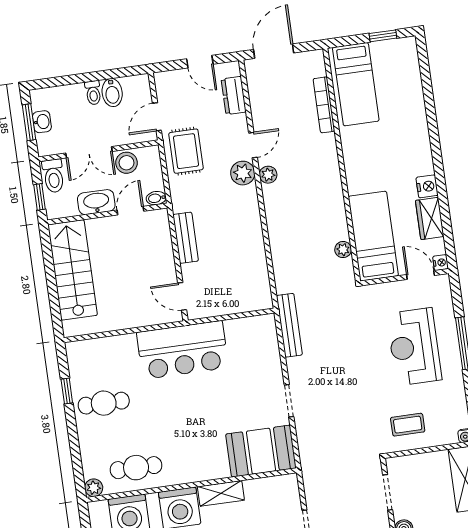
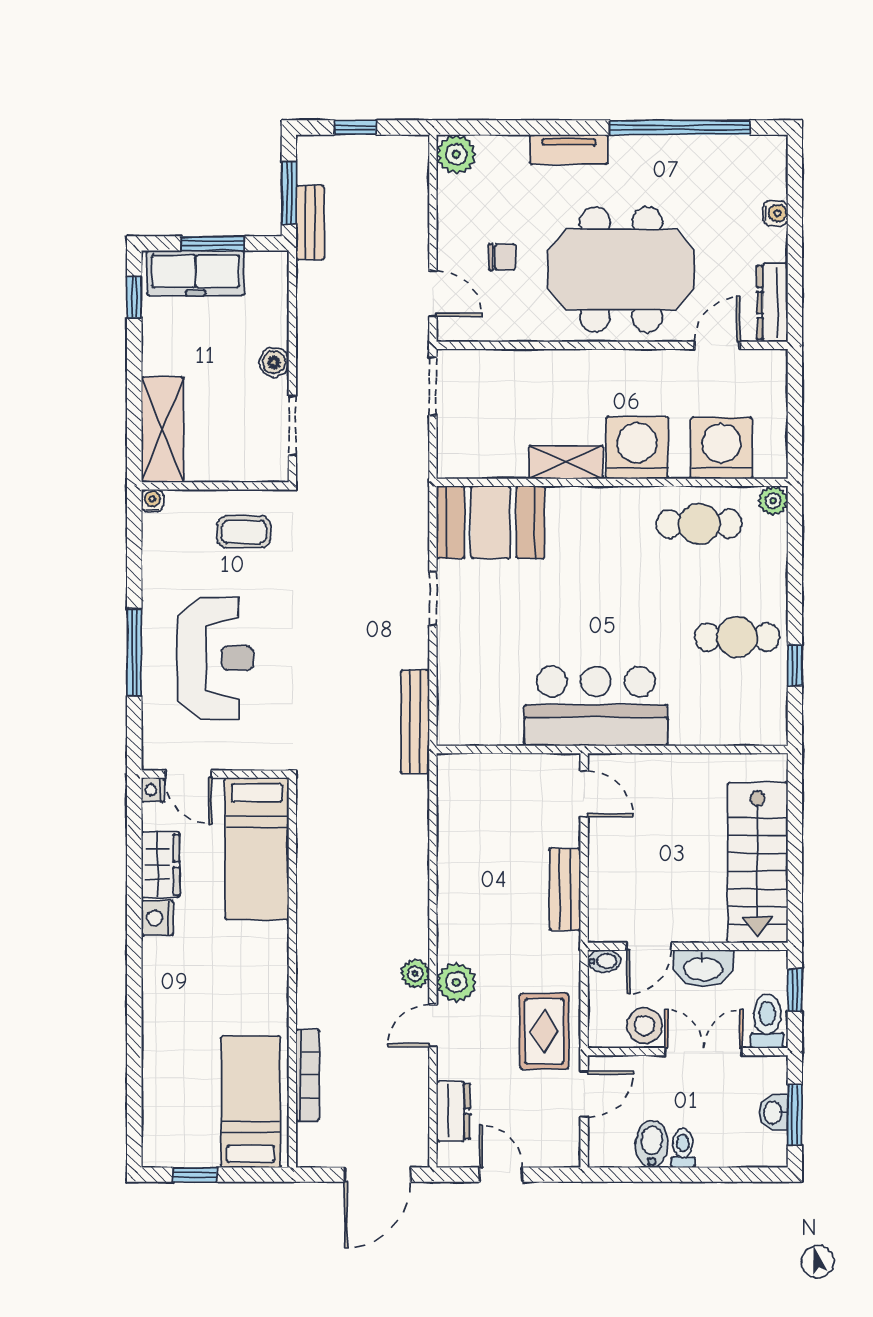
plant: (343, 250) -> (309, 834), removed

